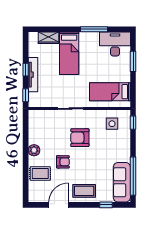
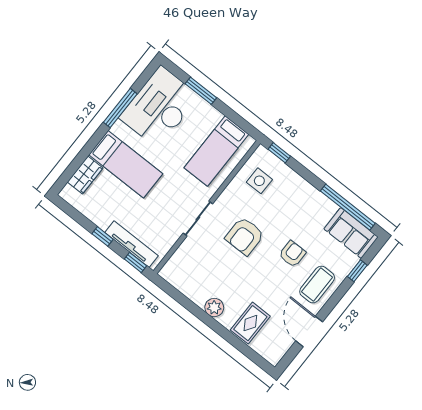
desk: (115, 44) -> (159, 107), width x1.36, depth x1.30
tv unit: (33, 75) -> (132, 244), moved
armchair: (63, 162) -> (292, 254), moved
sofa: (122, 182) -> (351, 233), width x0.73

